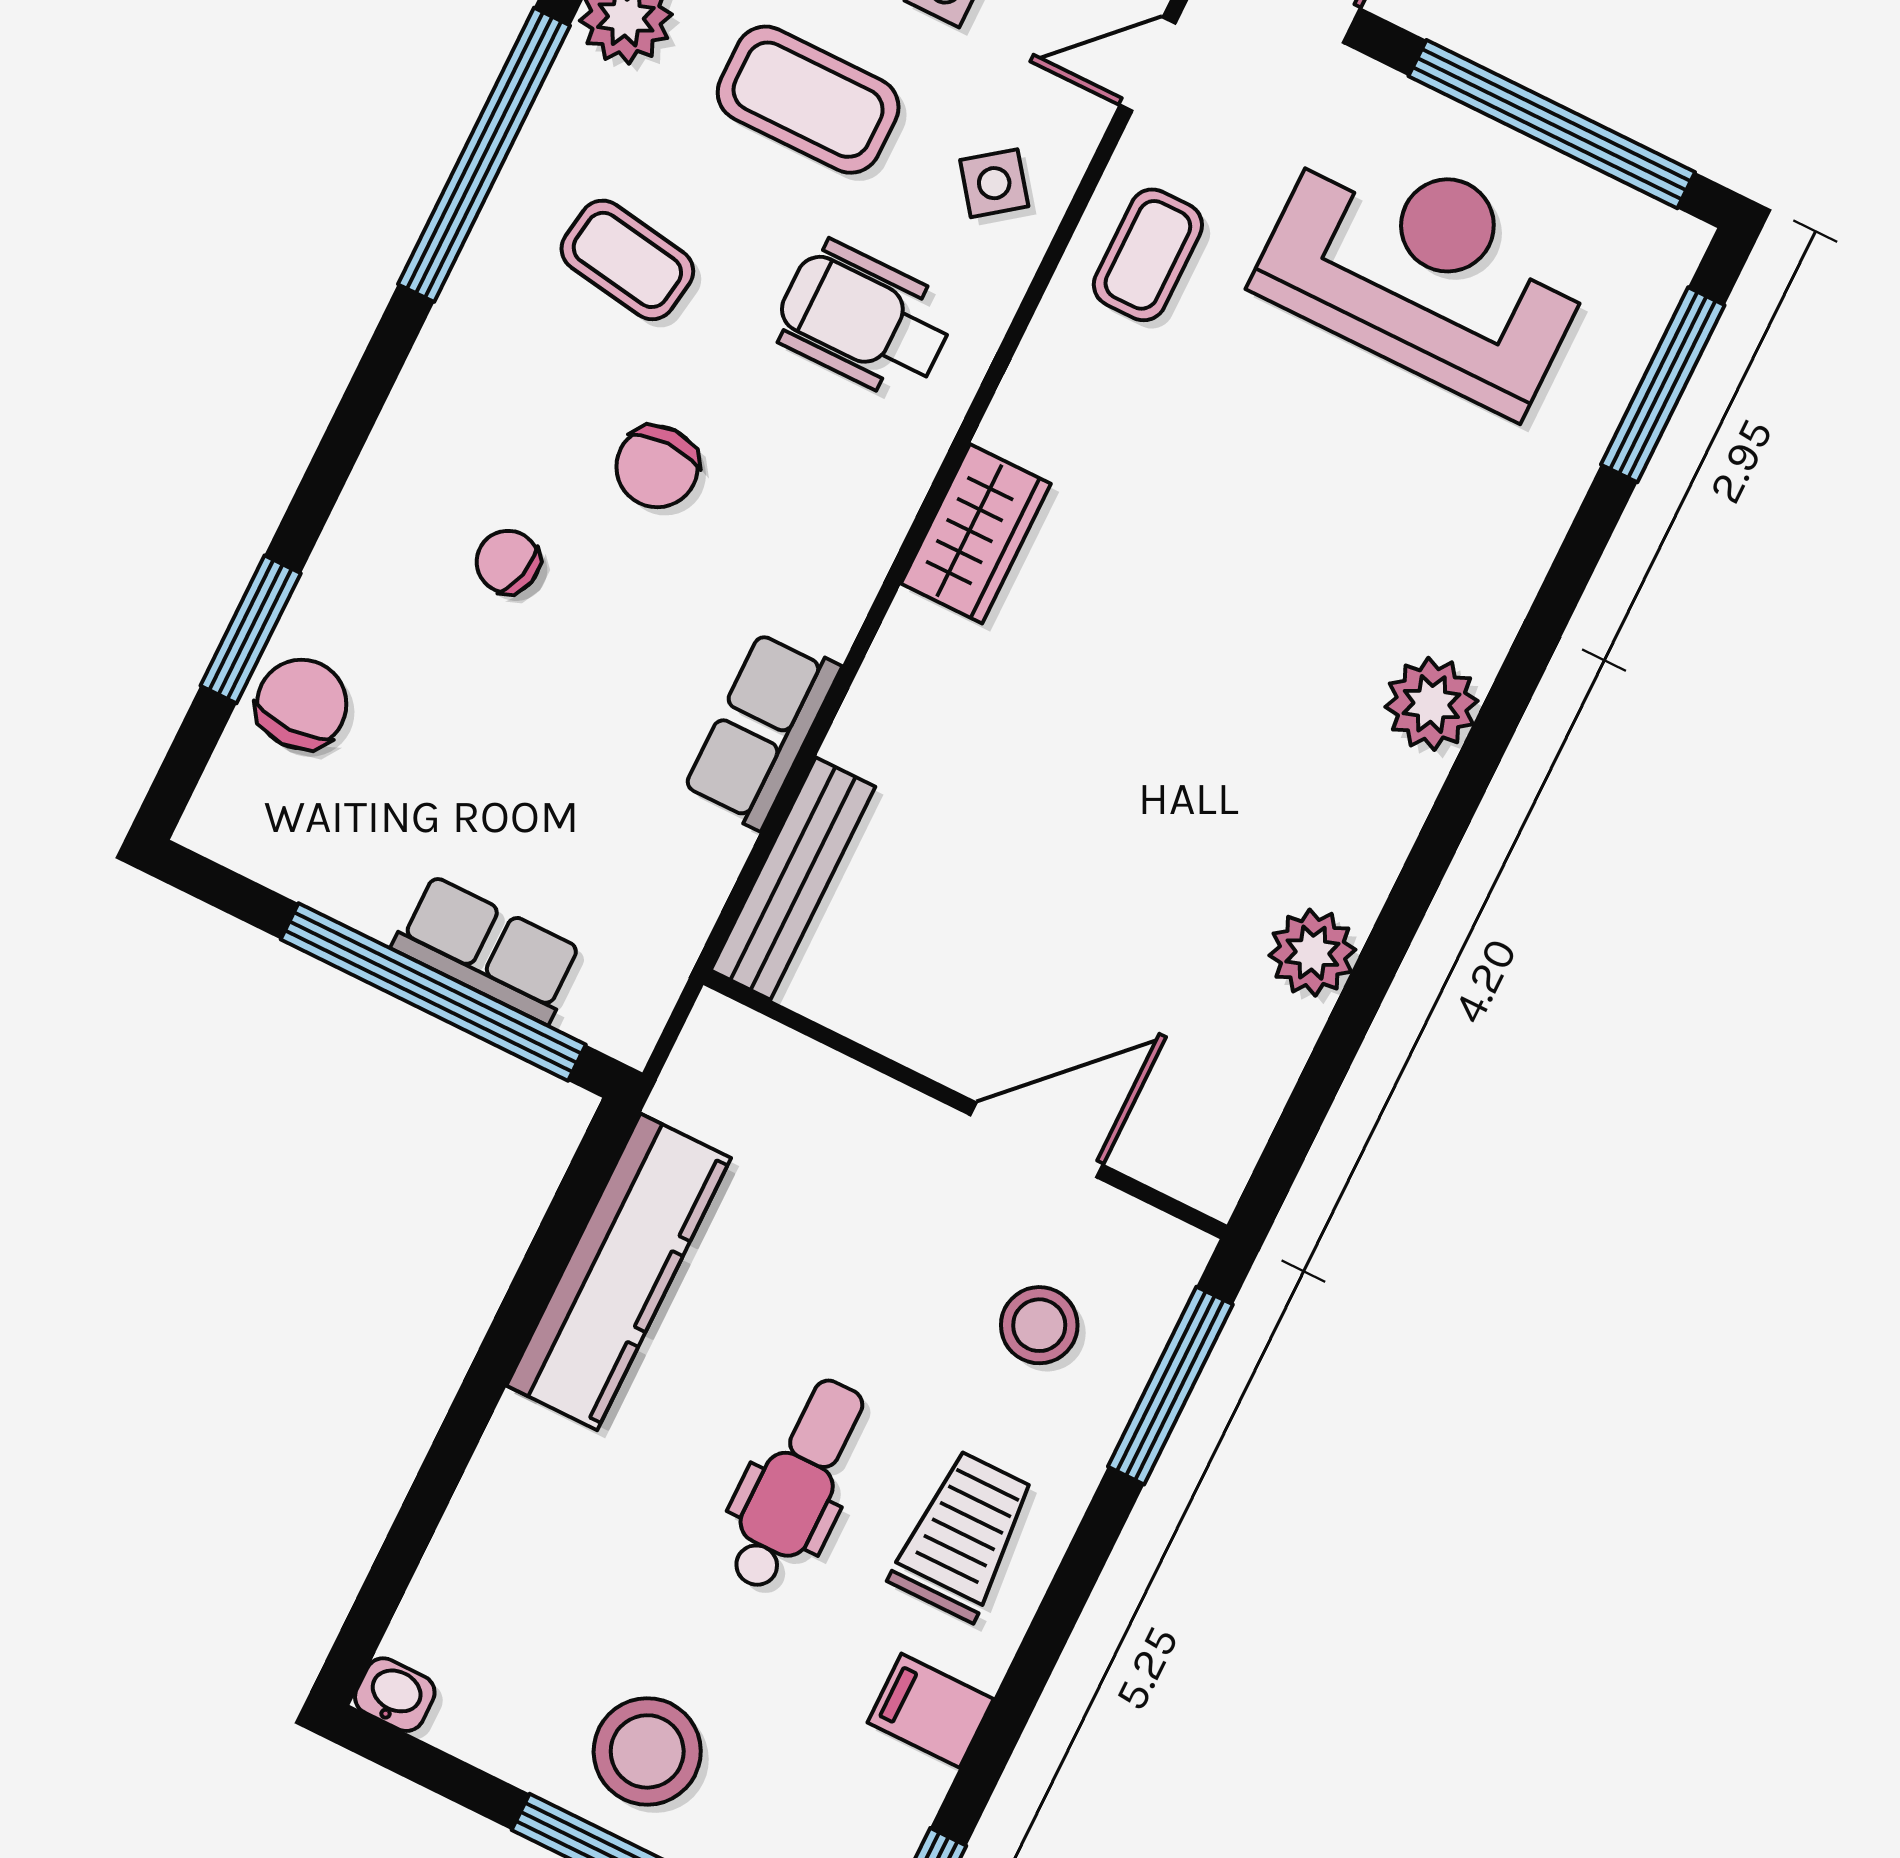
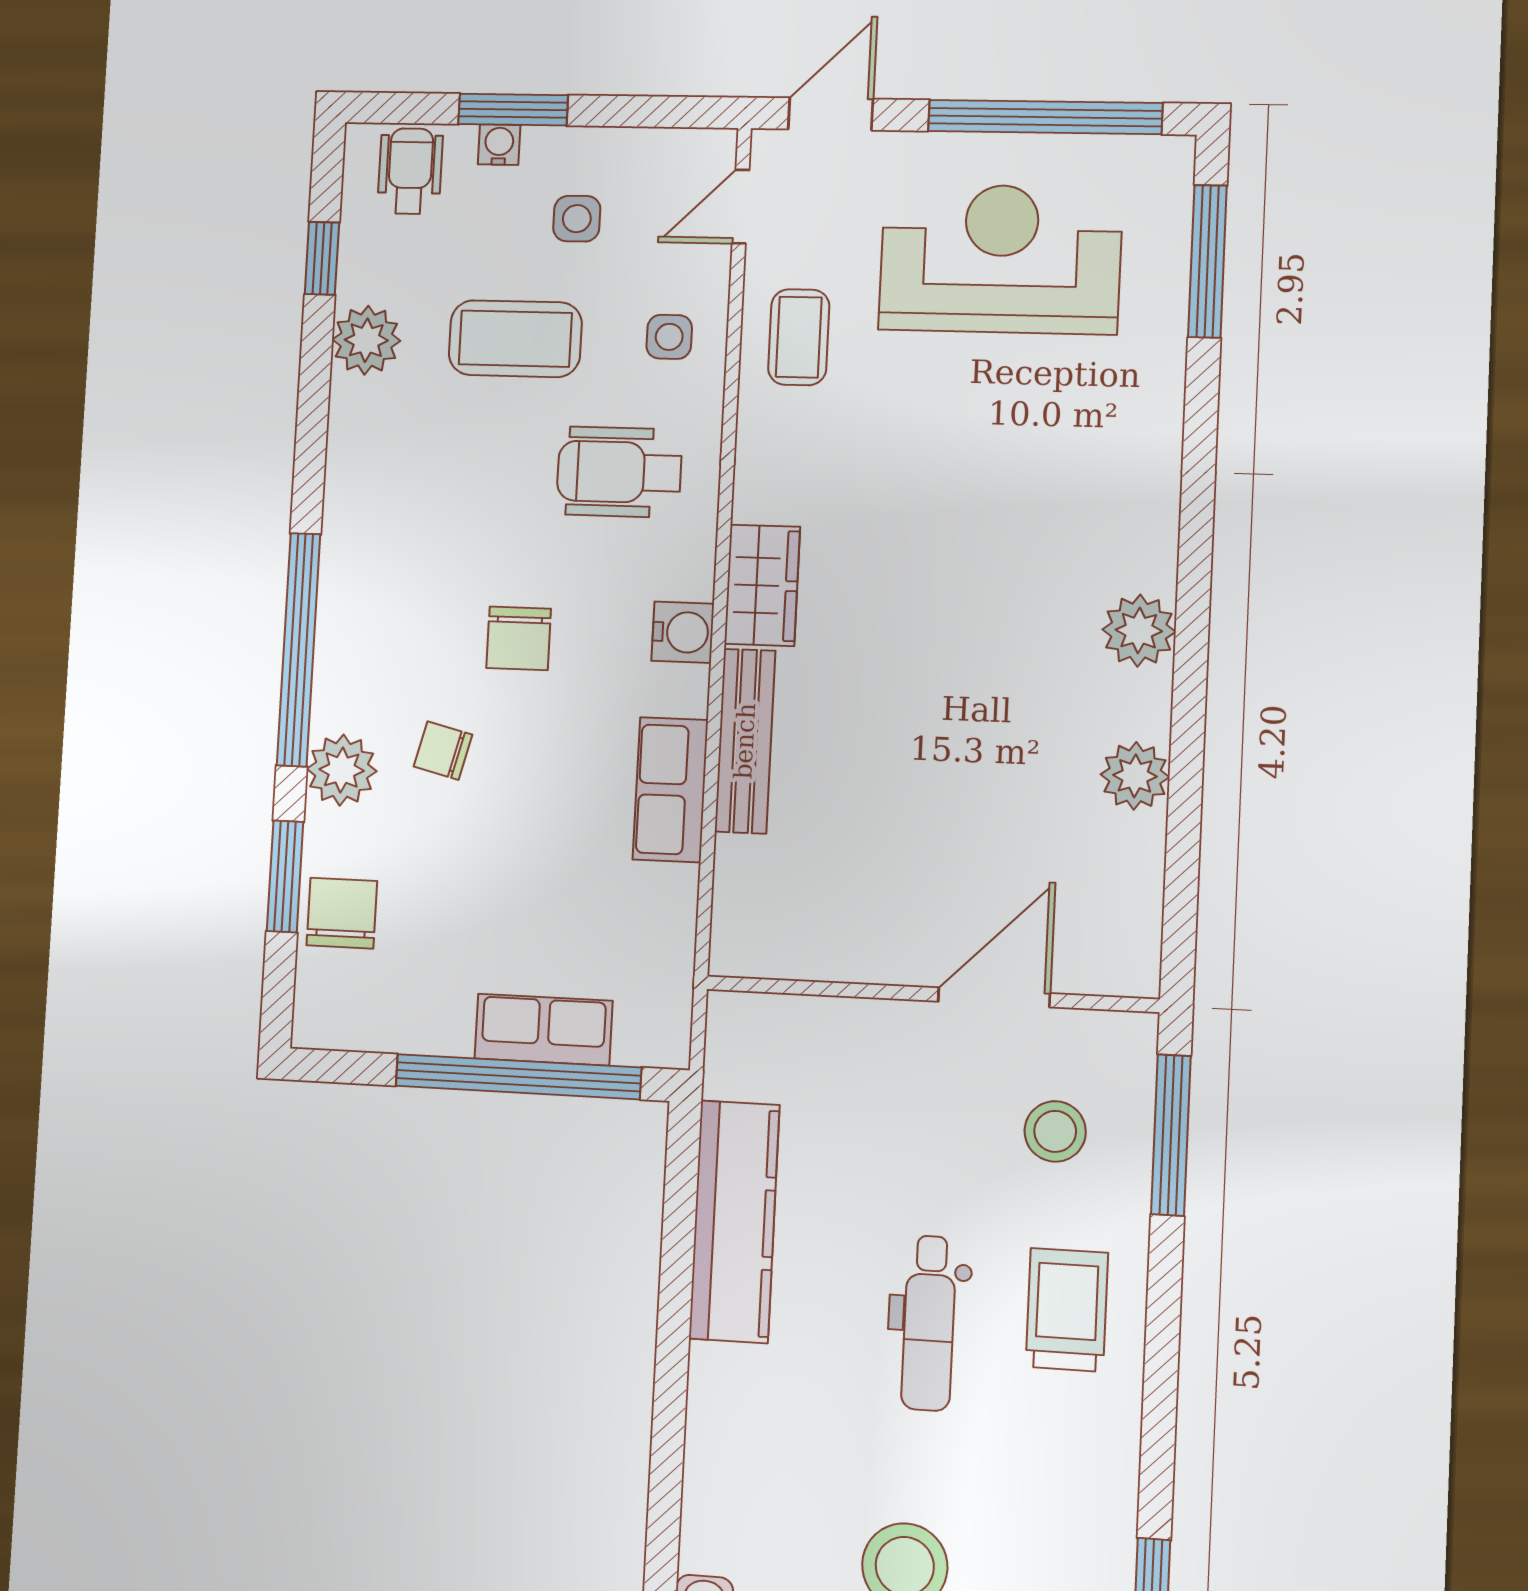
window: (484, 155) -> (299, 650), moved
side table: (994, 183) -> (669, 337), turned 37
coffee table: (627, 260) -> (437, 505), removed
plant: (374, 531) -> (342, 770), added
water cooler: (857, 548) -> (683, 632), added
plant: (1431, 704) -> (1139, 631), moved
bench: (793, 878) -> (745, 741), moved
dental chair: (796, 1485) -> (929, 1323), turned 180
filing cabinet: (931, 1711) -> (1100, 1450), removed

